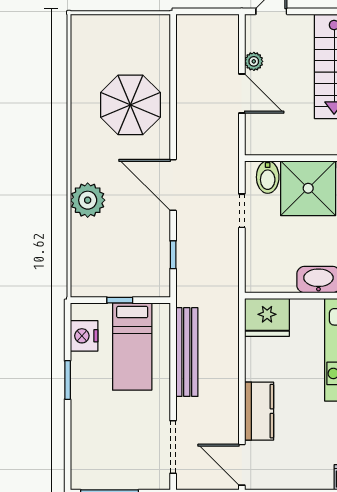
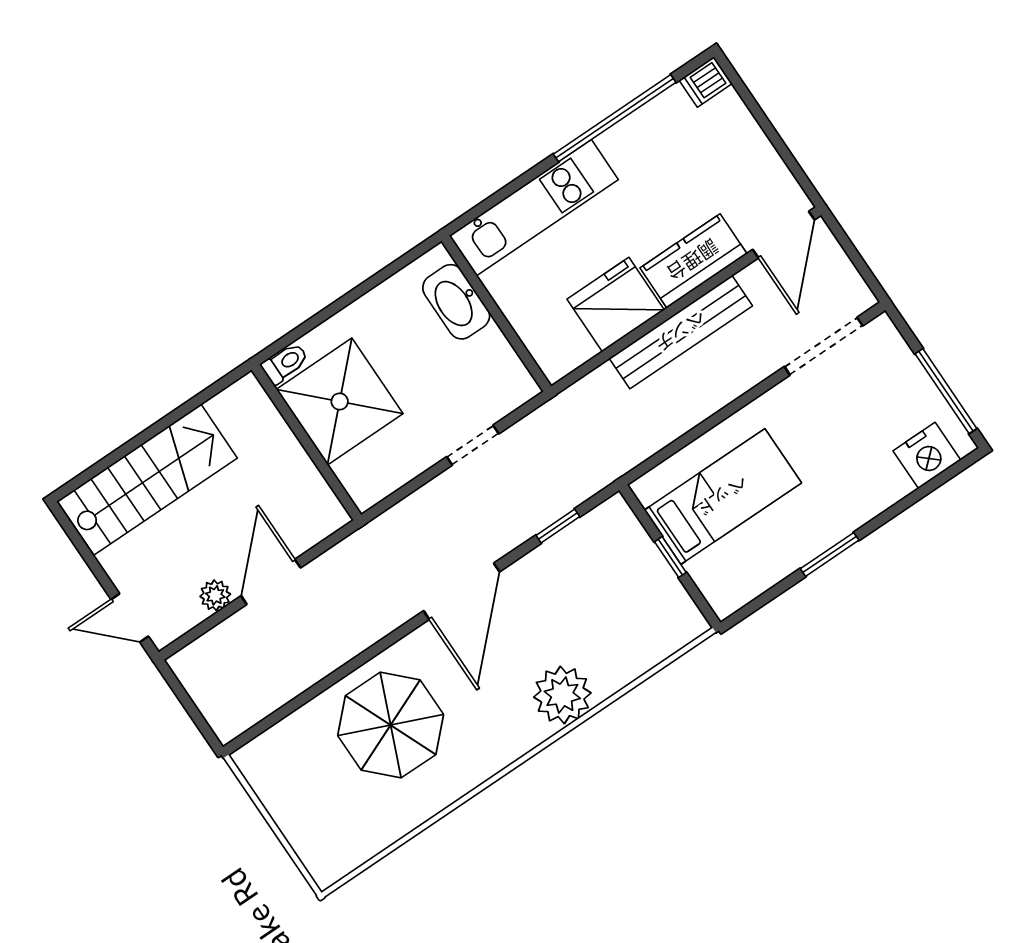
bidet: (268, 177) -> (362, 468), removed
doorway: (242, 211) -> (473, 445), moved
fridge: (267, 317) -> (616, 305), moved, turned -90
nightstand: (84, 336) -> (927, 455), moved
bench: (187, 352) -> (681, 332), moved

